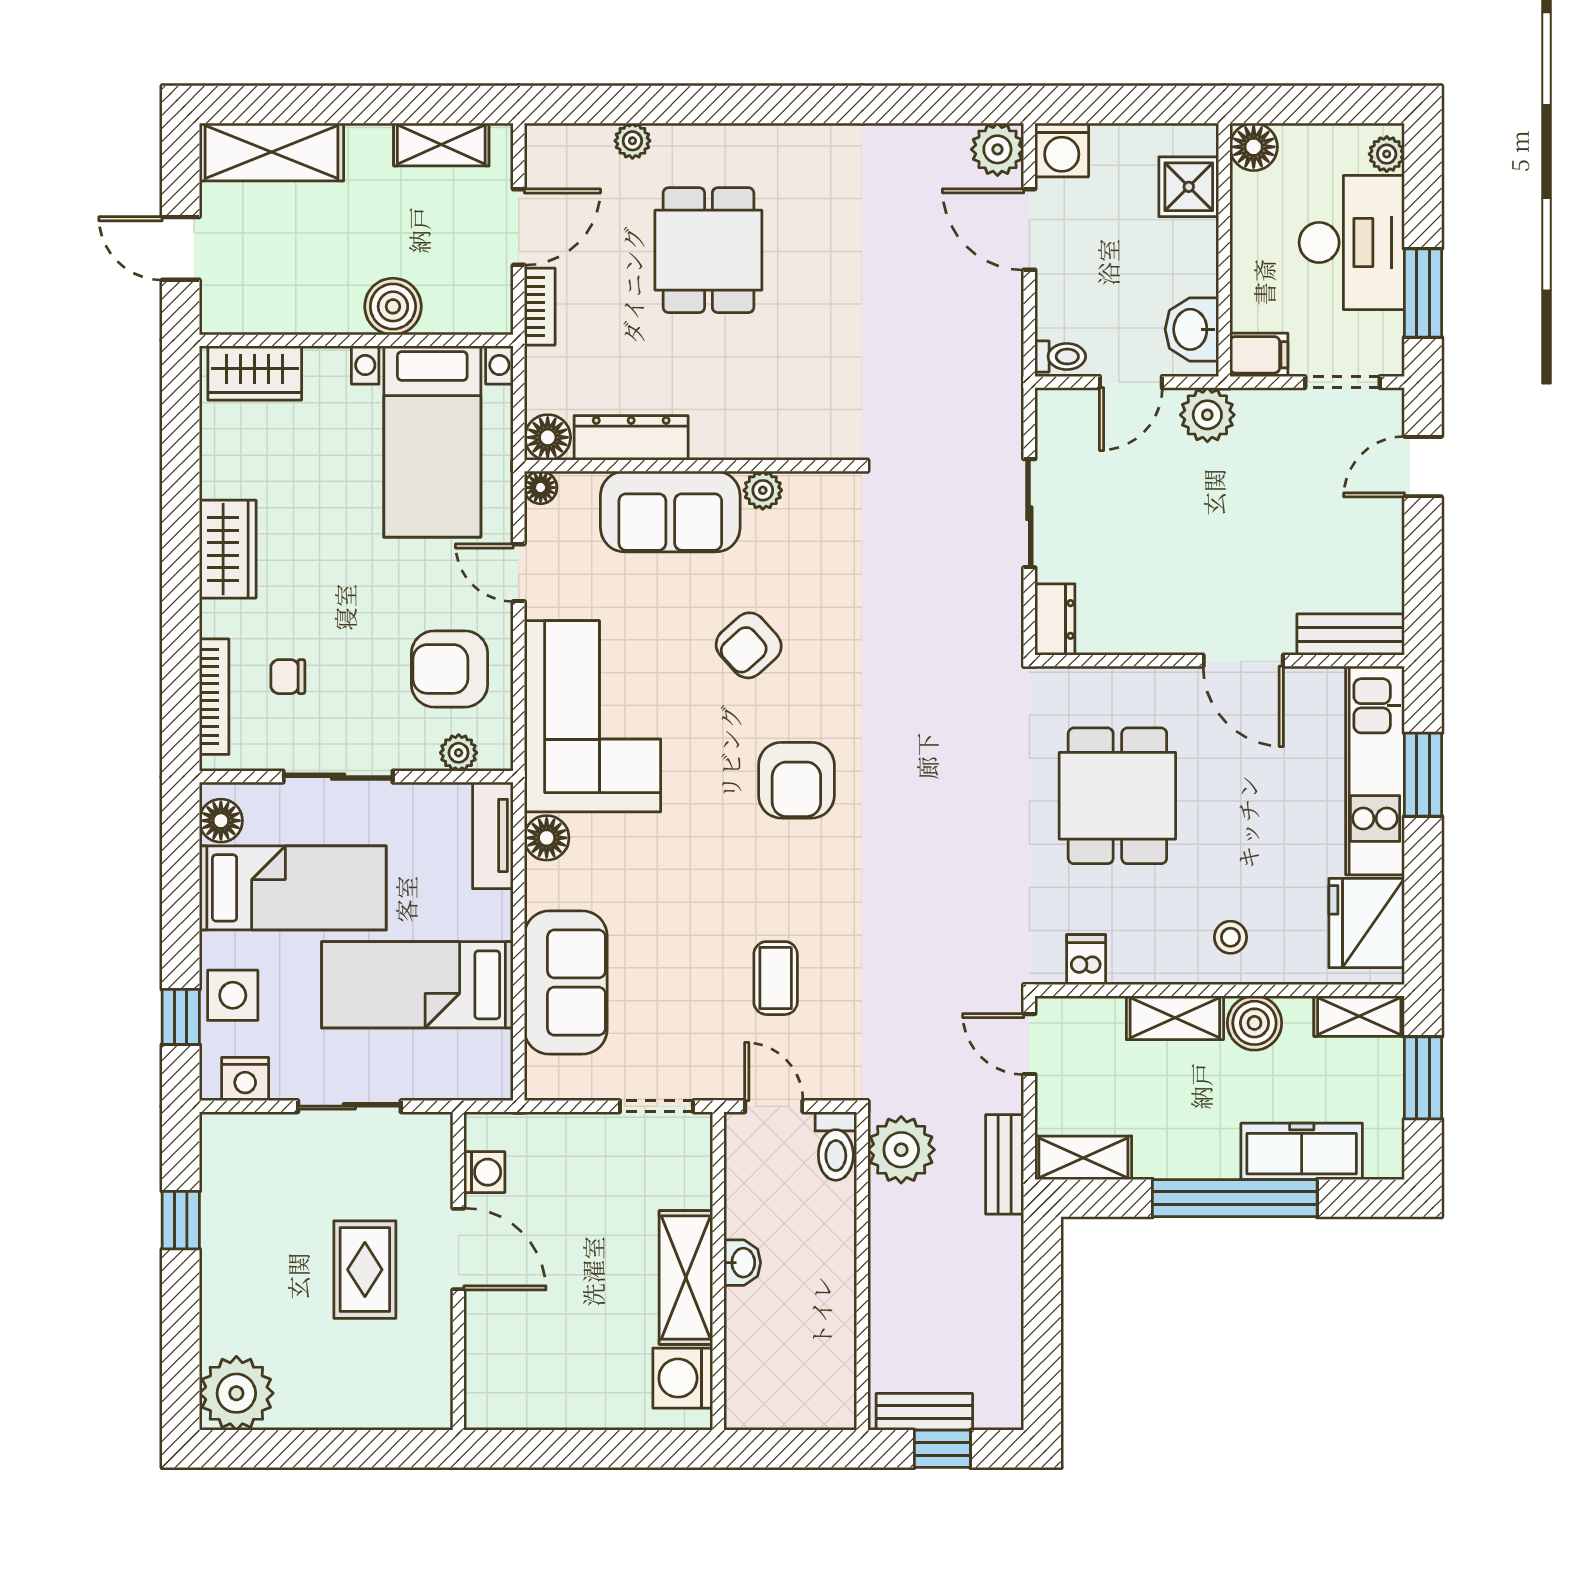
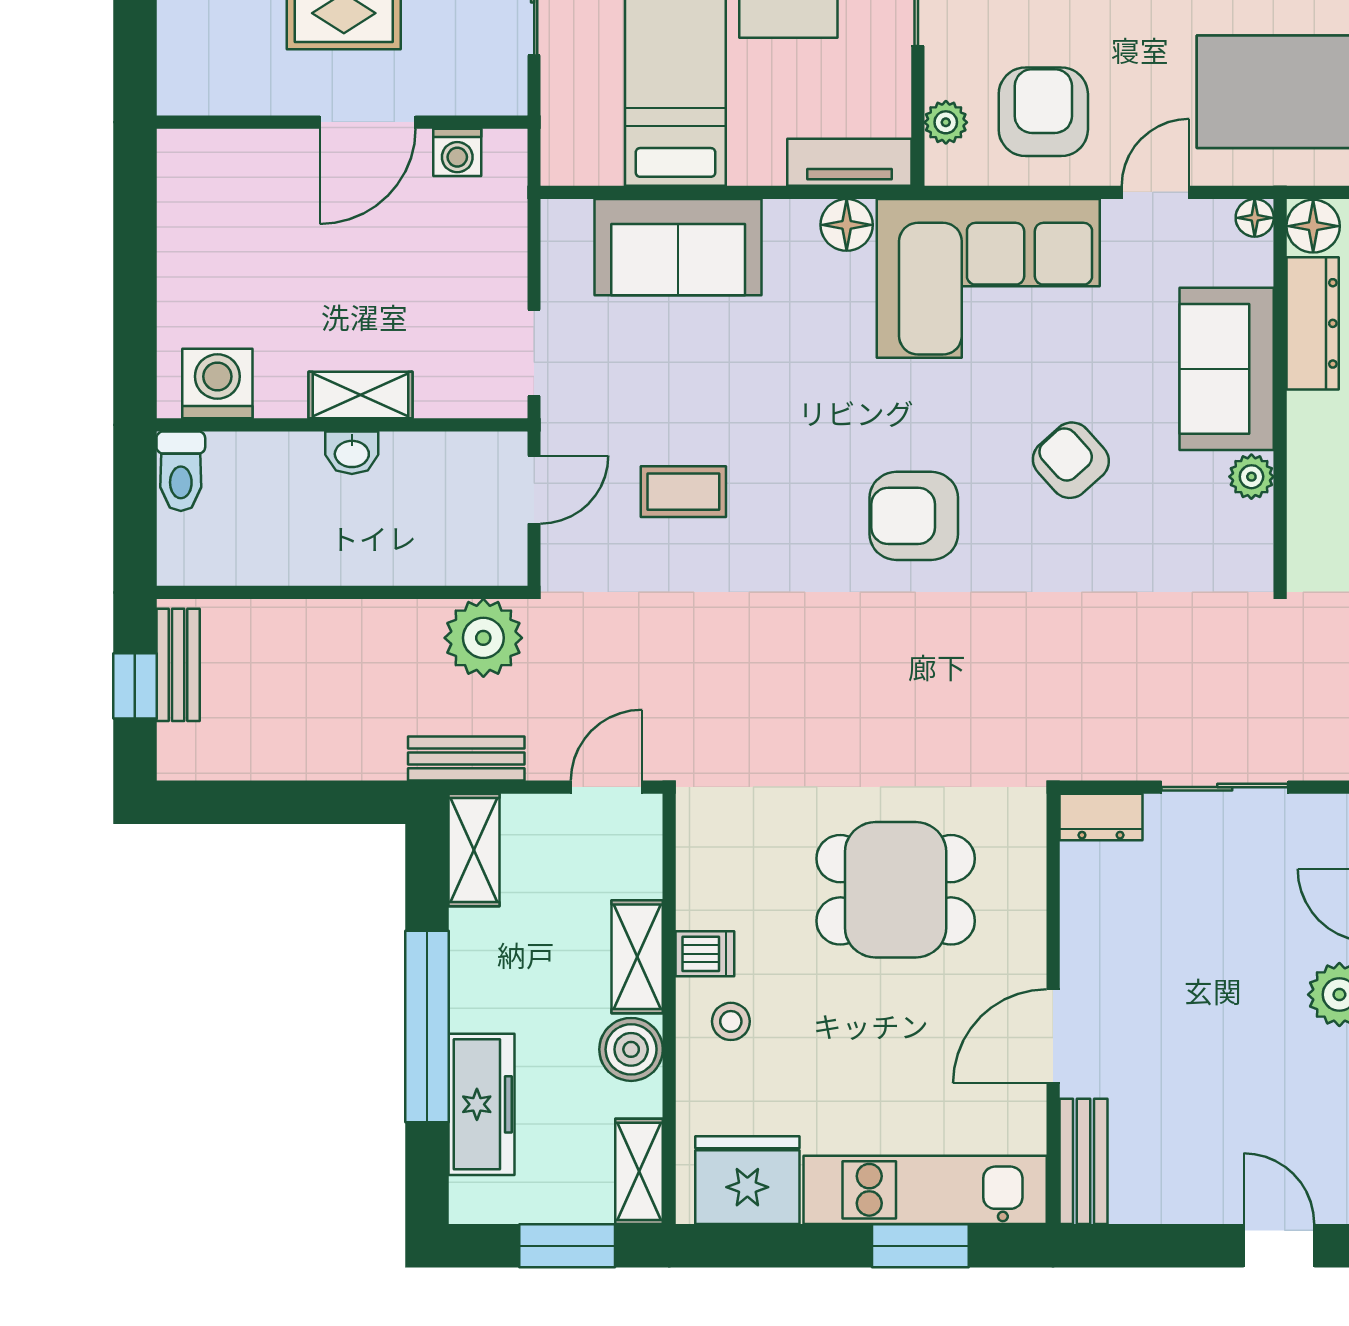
dishwasher: (1086, 960) -> (705, 954), moved
toilet: (836, 1146) -> (181, 471), moved, turned -90
shelving: (686, 1277) -> (360, 395), width x0.67, depth x0.75

